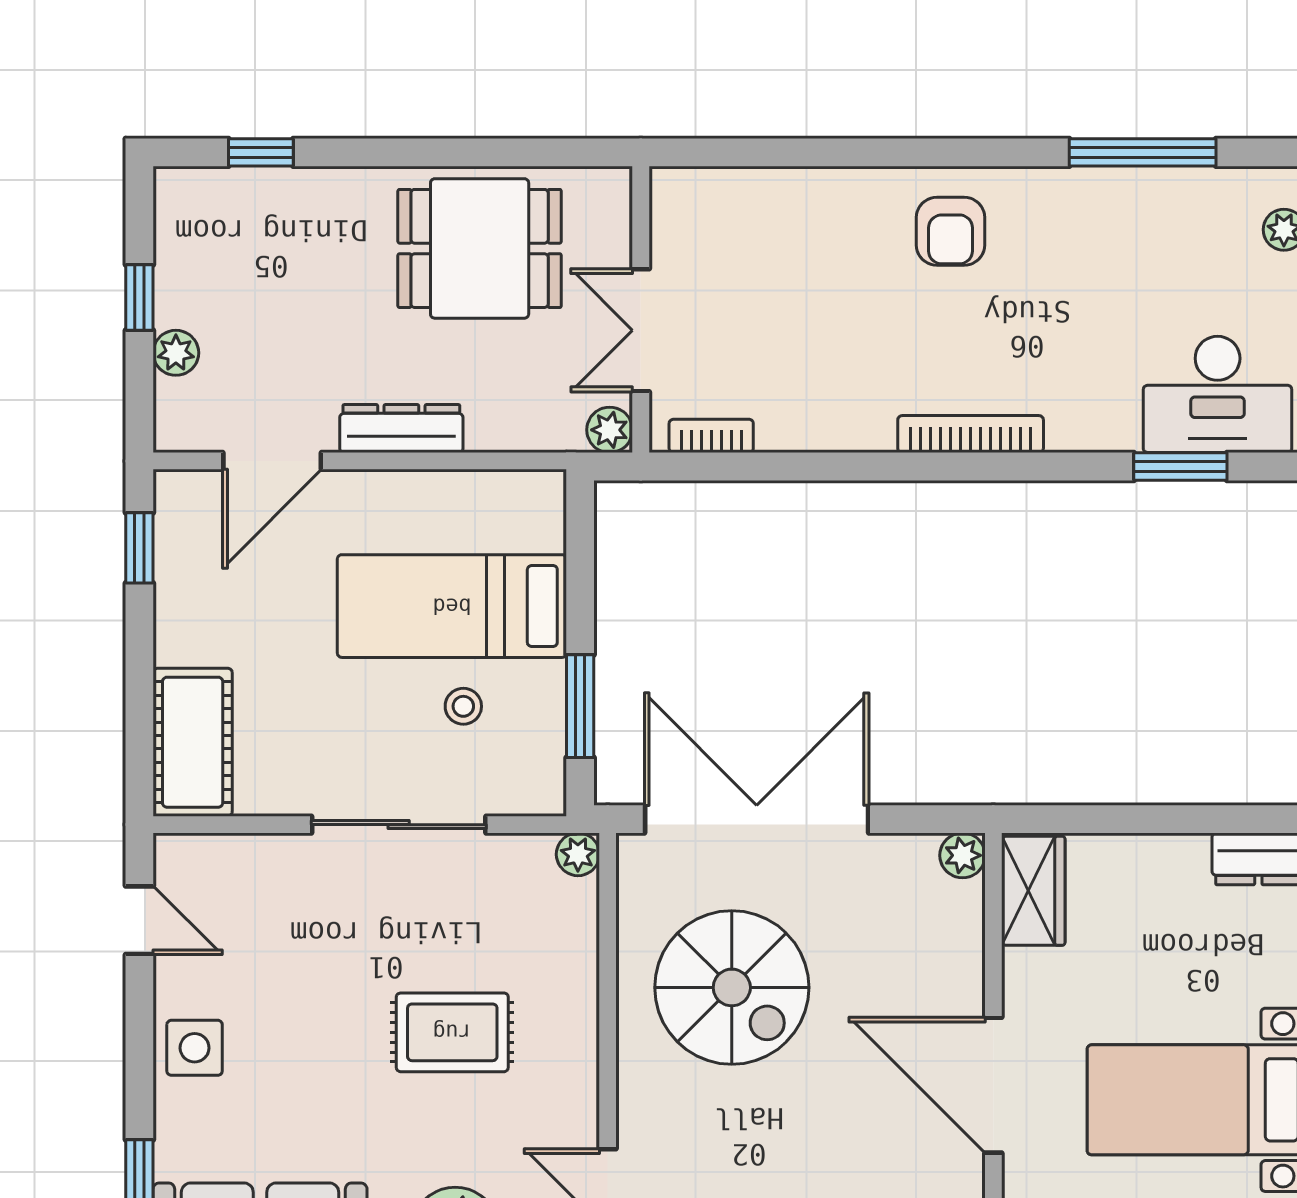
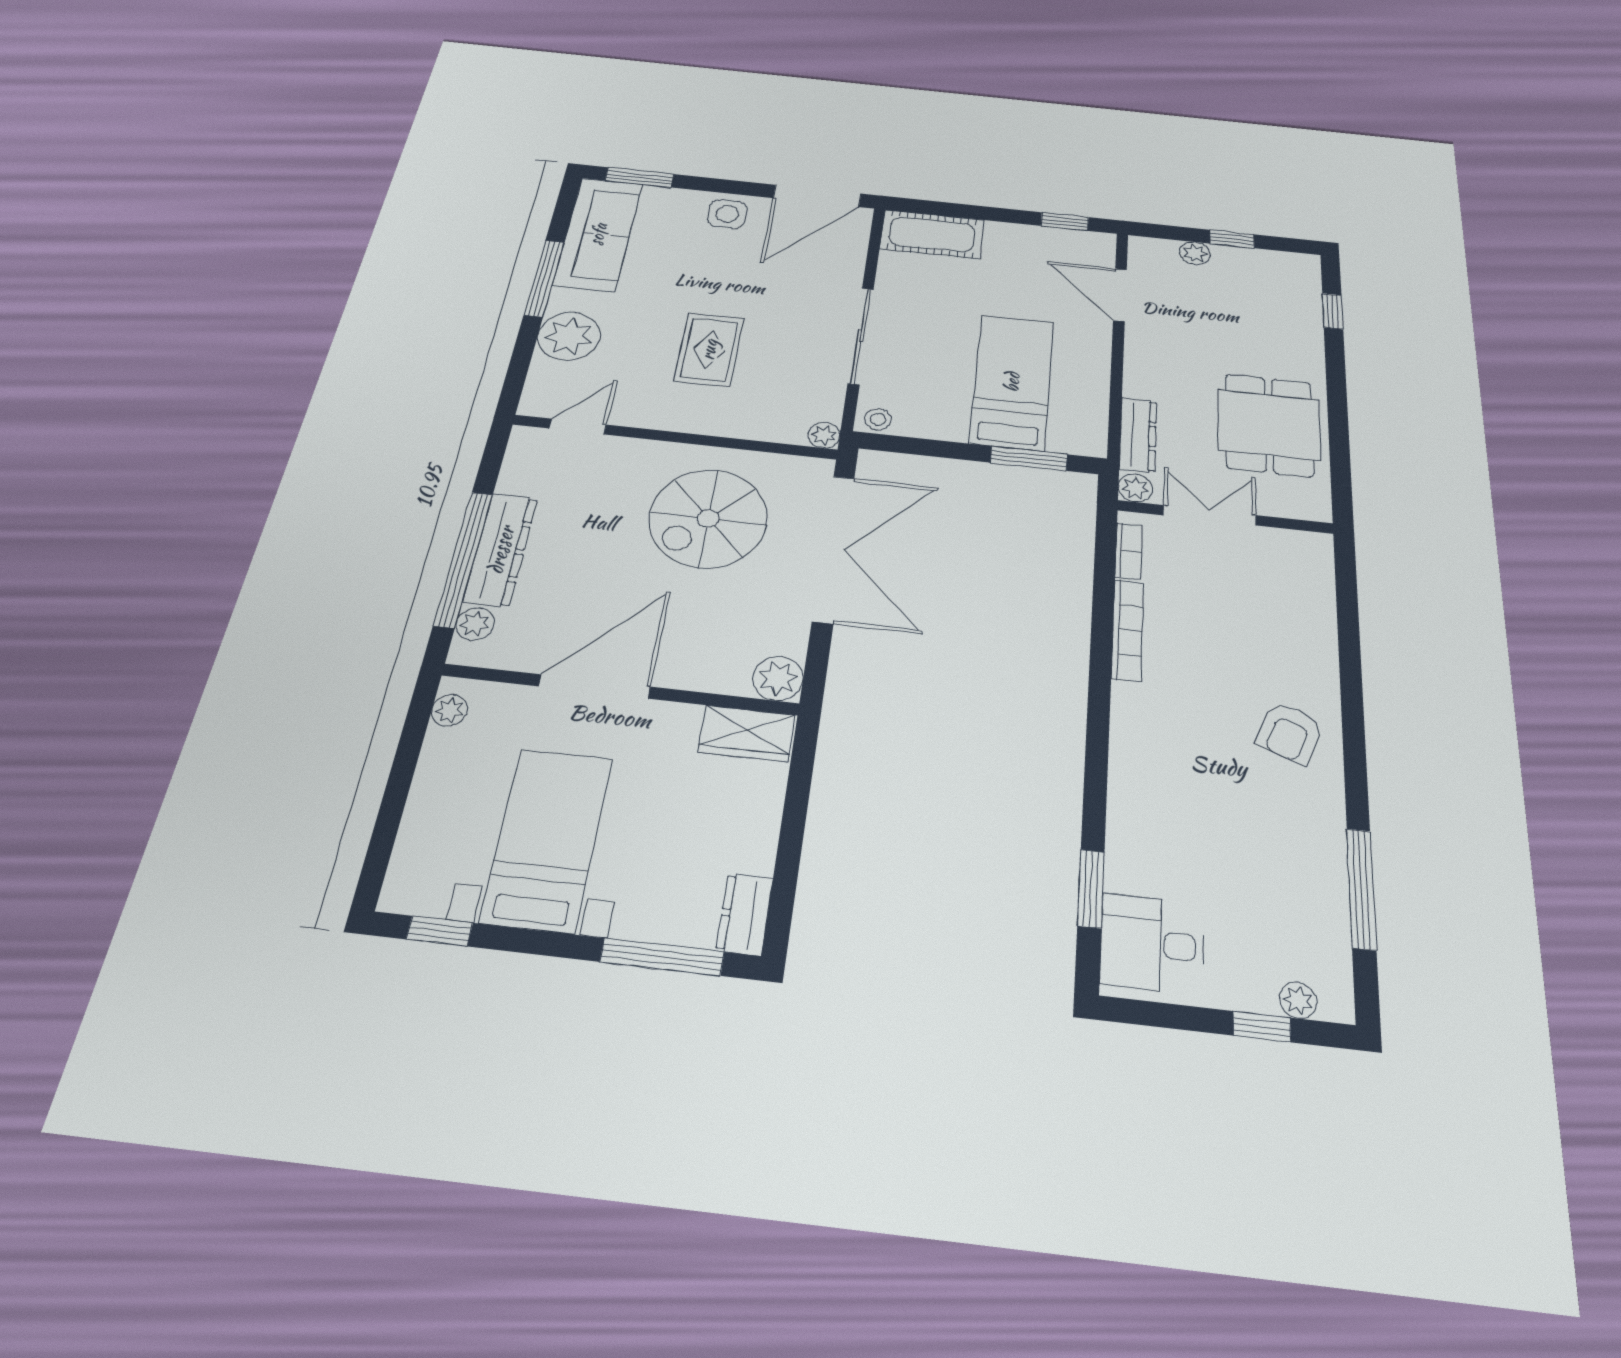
armchair: (951, 231) -> (1290, 733), turned -69
desk: (1218, 394) -> (1152, 944), width x0.73
dresser: (401, 429) -> (1138, 435), moved
bookcase: (971, 434) -> (1128, 630), moved
stool: (463, 706) -> (878, 419), moved
window: (580, 706) -> (1029, 459), moved
plant: (963, 855) -> (778, 678), width x1.38, depth x1.38
door: (139, 920) -> (817, 196), width x1.88

